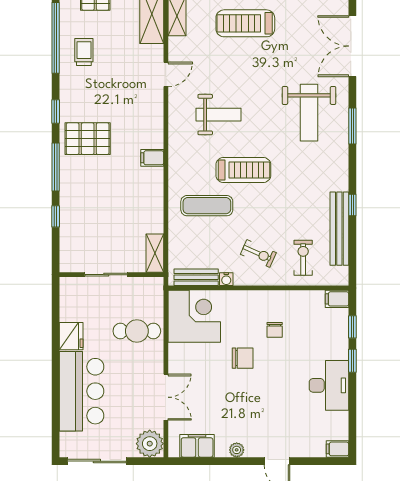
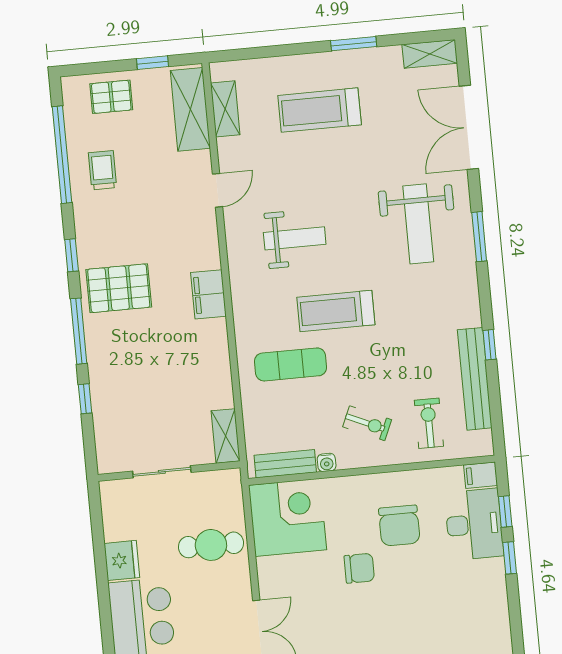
filing cabinet: (152, 158) -> (208, 294), width x2.00
treadmill: (243, 170) -> (336, 311), turned 180
chair: (275, 330) -> (399, 526), width x1.87, depth x1.87
desk: (329, 385) -> (474, 524), moved

